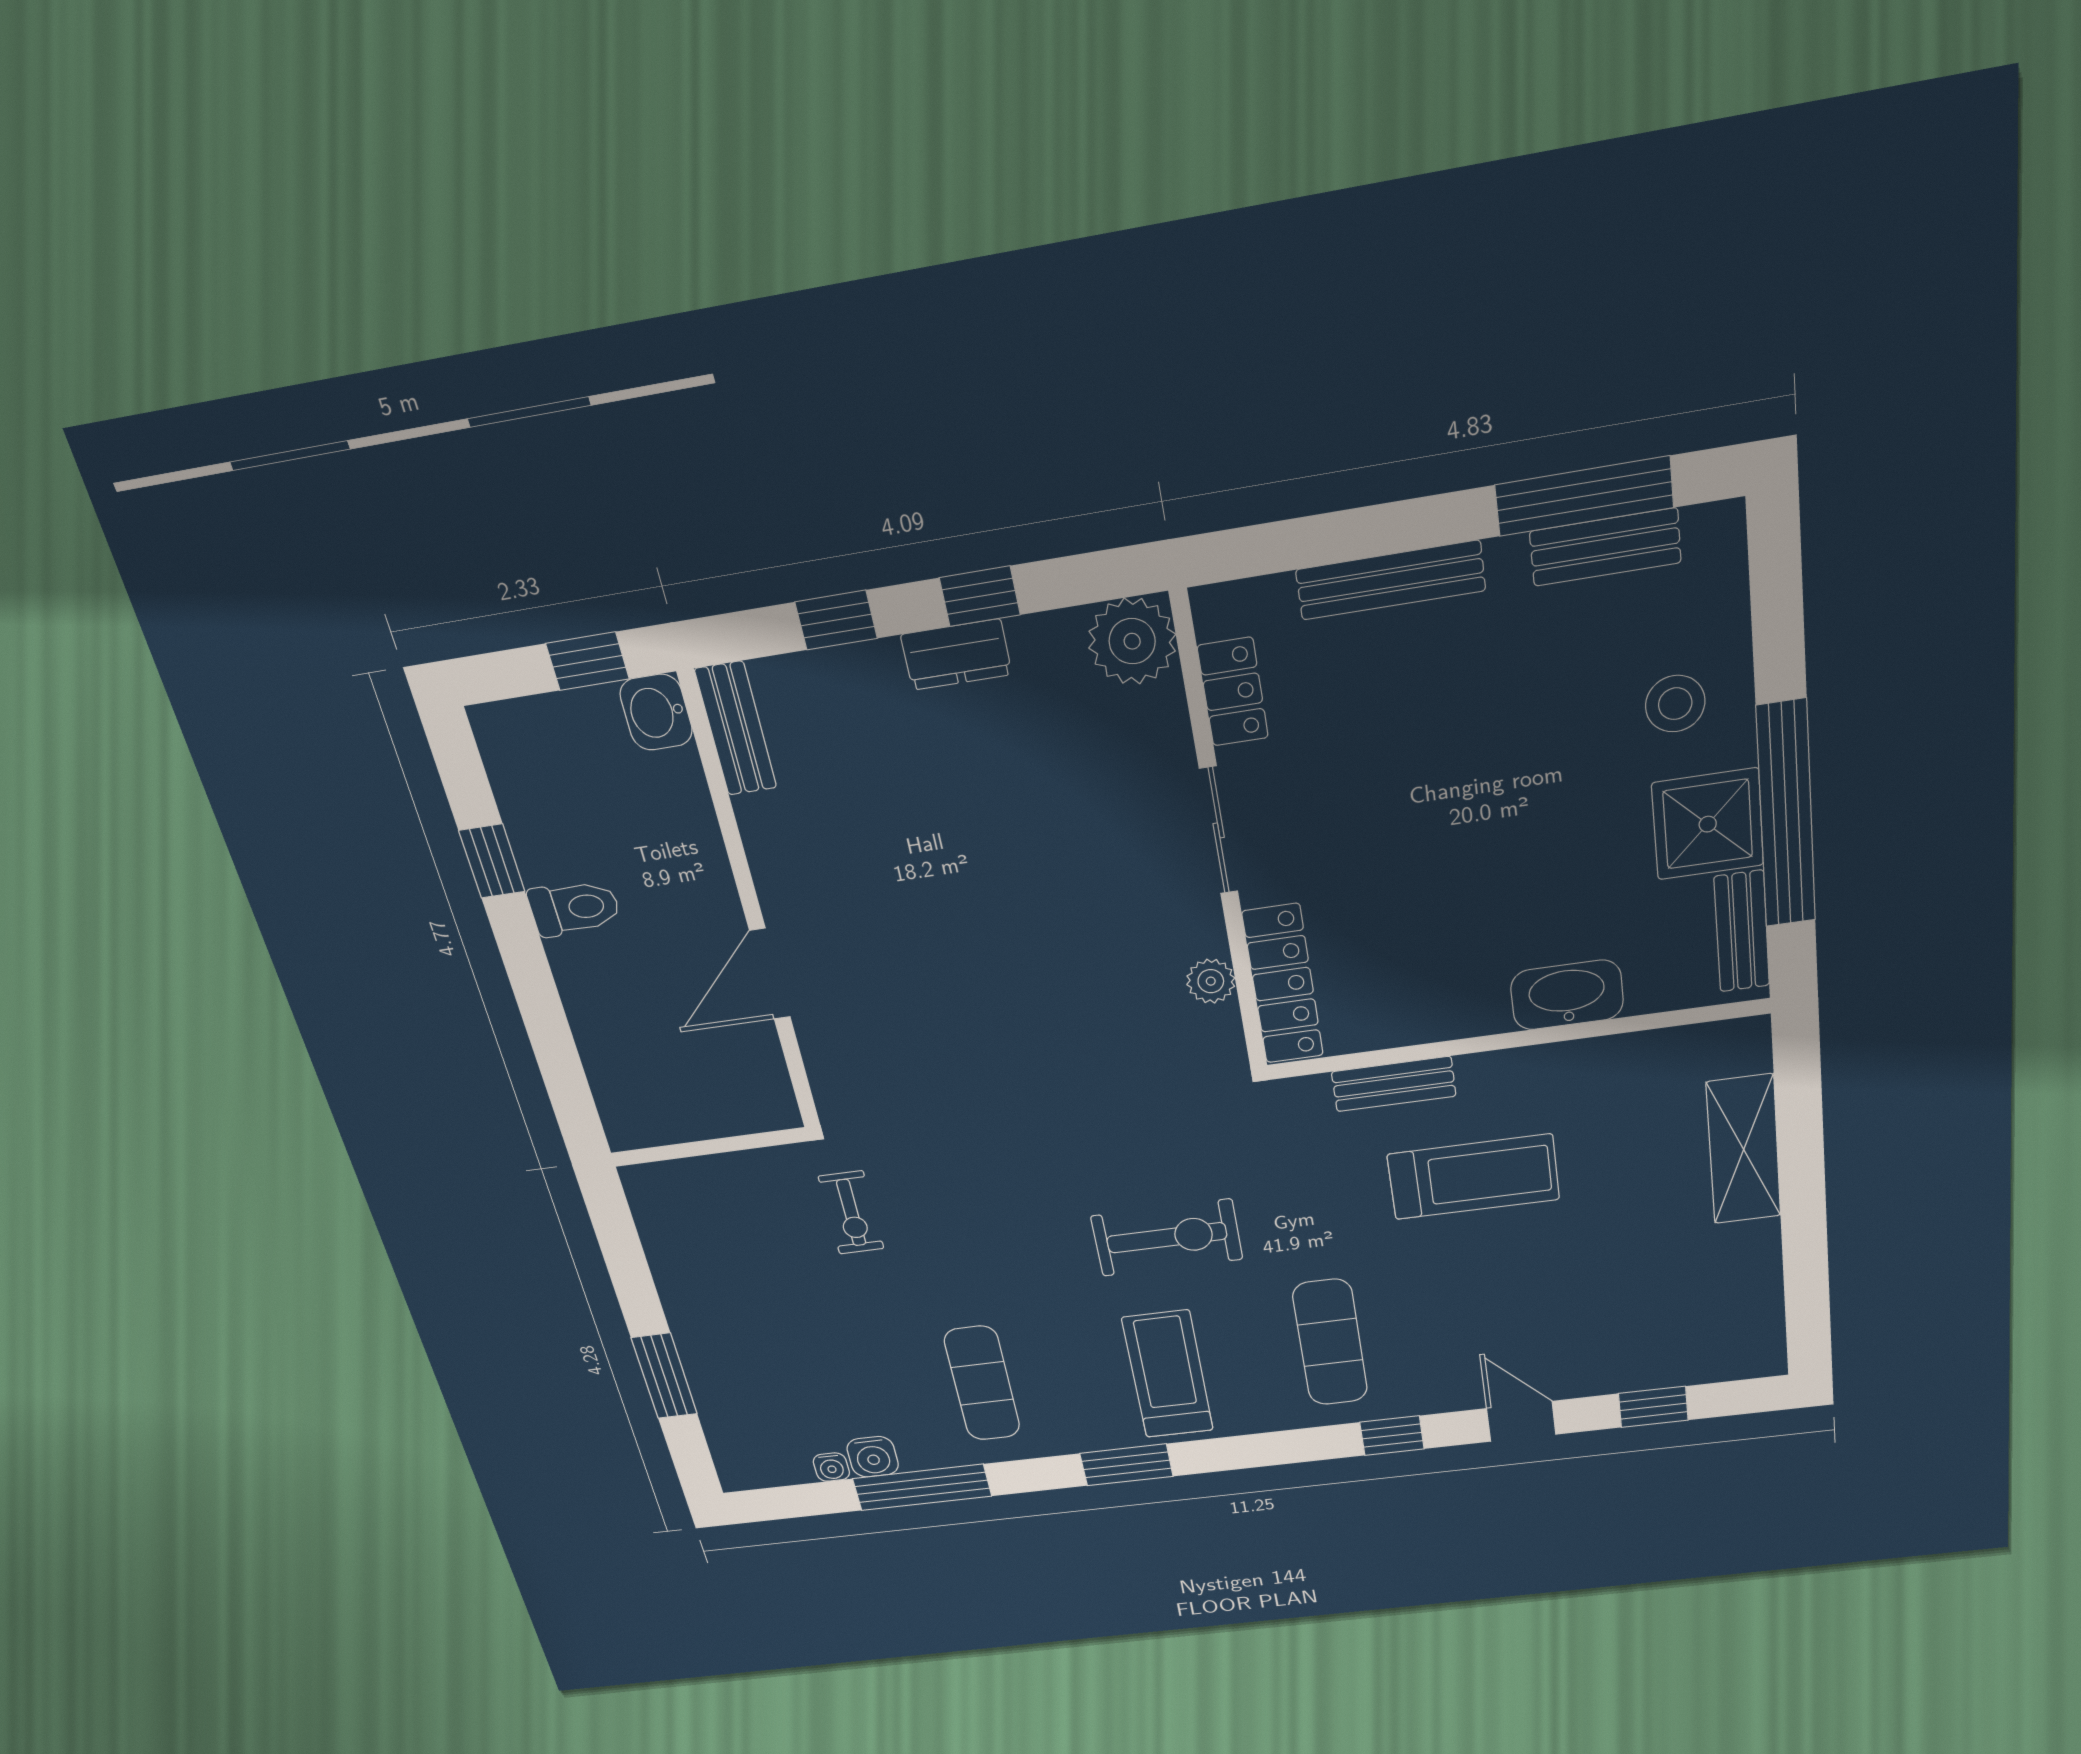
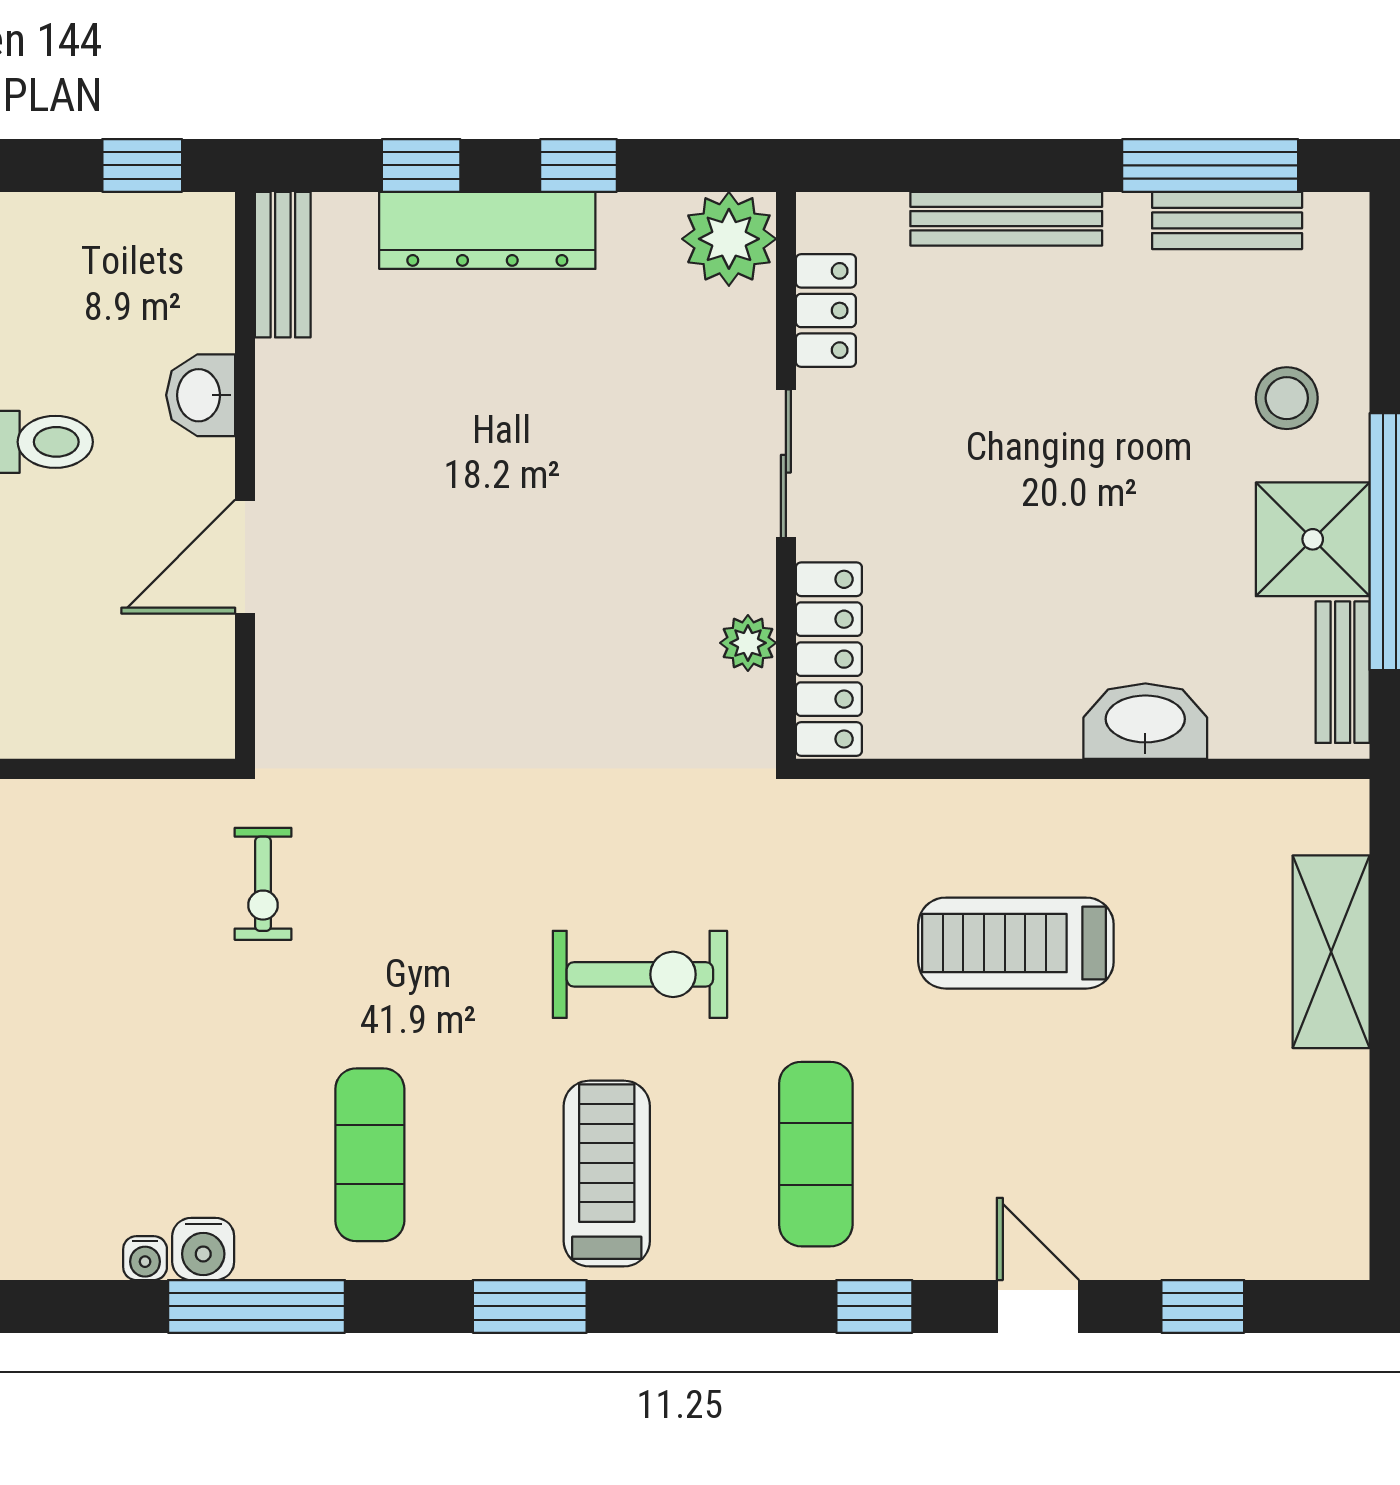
dresser: (956, 655) -> (487, 230), width x1.96, depth x1.24
washbasin: (656, 712) -> (201, 395), moved
bench: (1394, 1084) -> (938, 805), removed
treadmill: (1473, 1177) -> (1016, 943), turned 180

